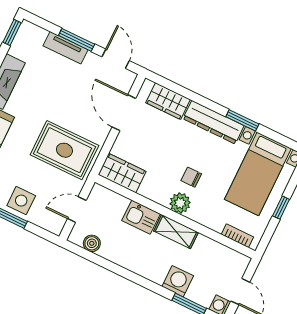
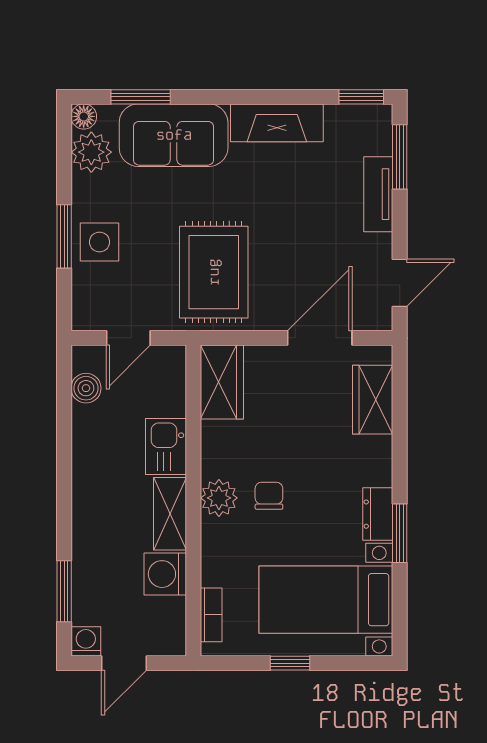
window: (77, 40) -> (400, 157), moved
dresser: (214, 122) -> (378, 514), width x0.51, depth x0.80
door: (77, 210) -> (128, 338), swing flipped
washing machine: (178, 281) -> (165, 574), moved, turned 180

